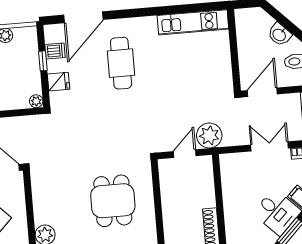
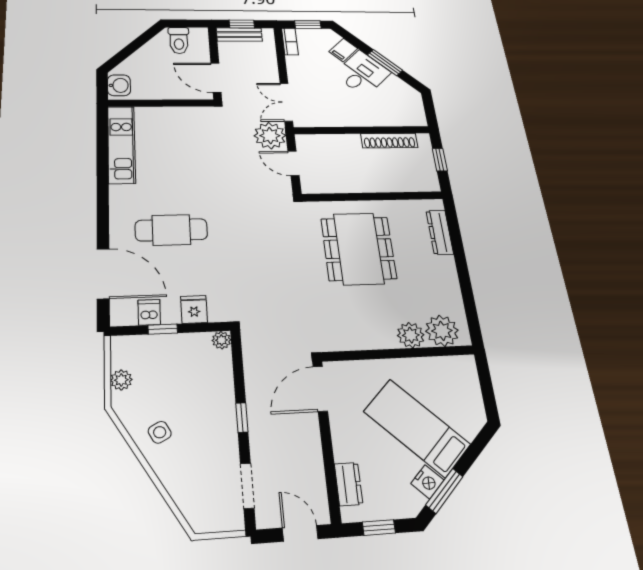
washbasin: (279, 35) -> (119, 85), moved, turned -45
double door: (270, 146) -> (286, 102), moved
dining table: (113, 201) -> (359, 249), width x1.38

